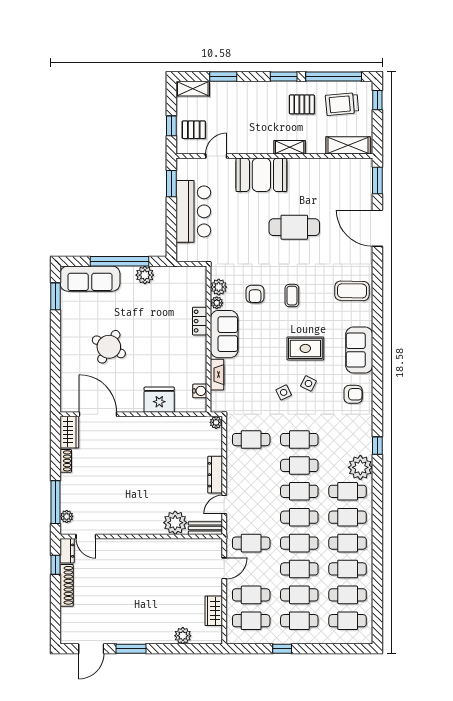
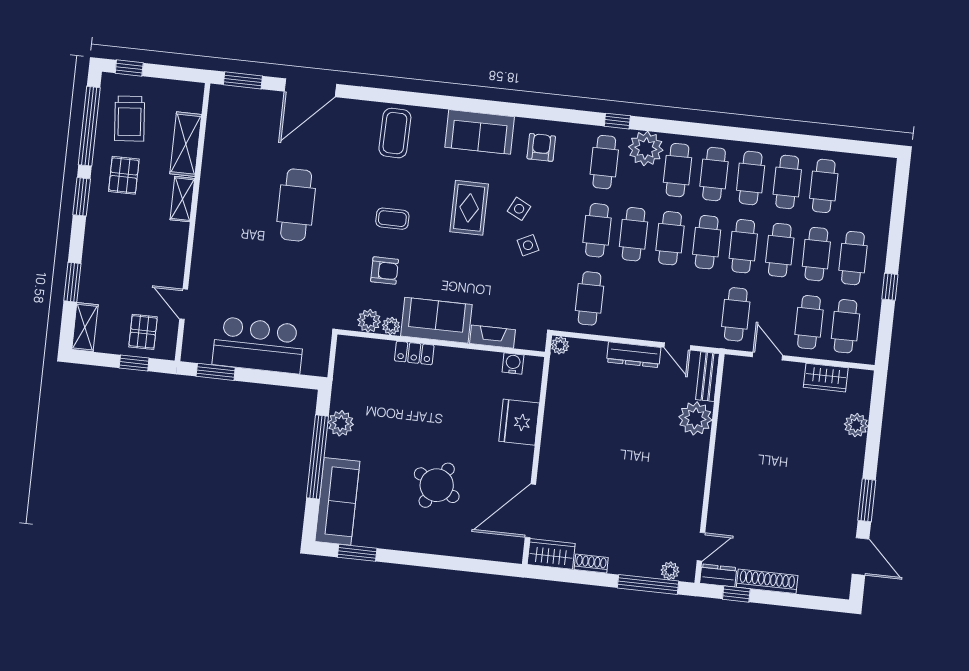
shelving: (348, 145) -> (186, 144), moved
booth: (261, 175) -> (217, 243), removed
cafe table: (348, 621) -> (604, 162), moved

